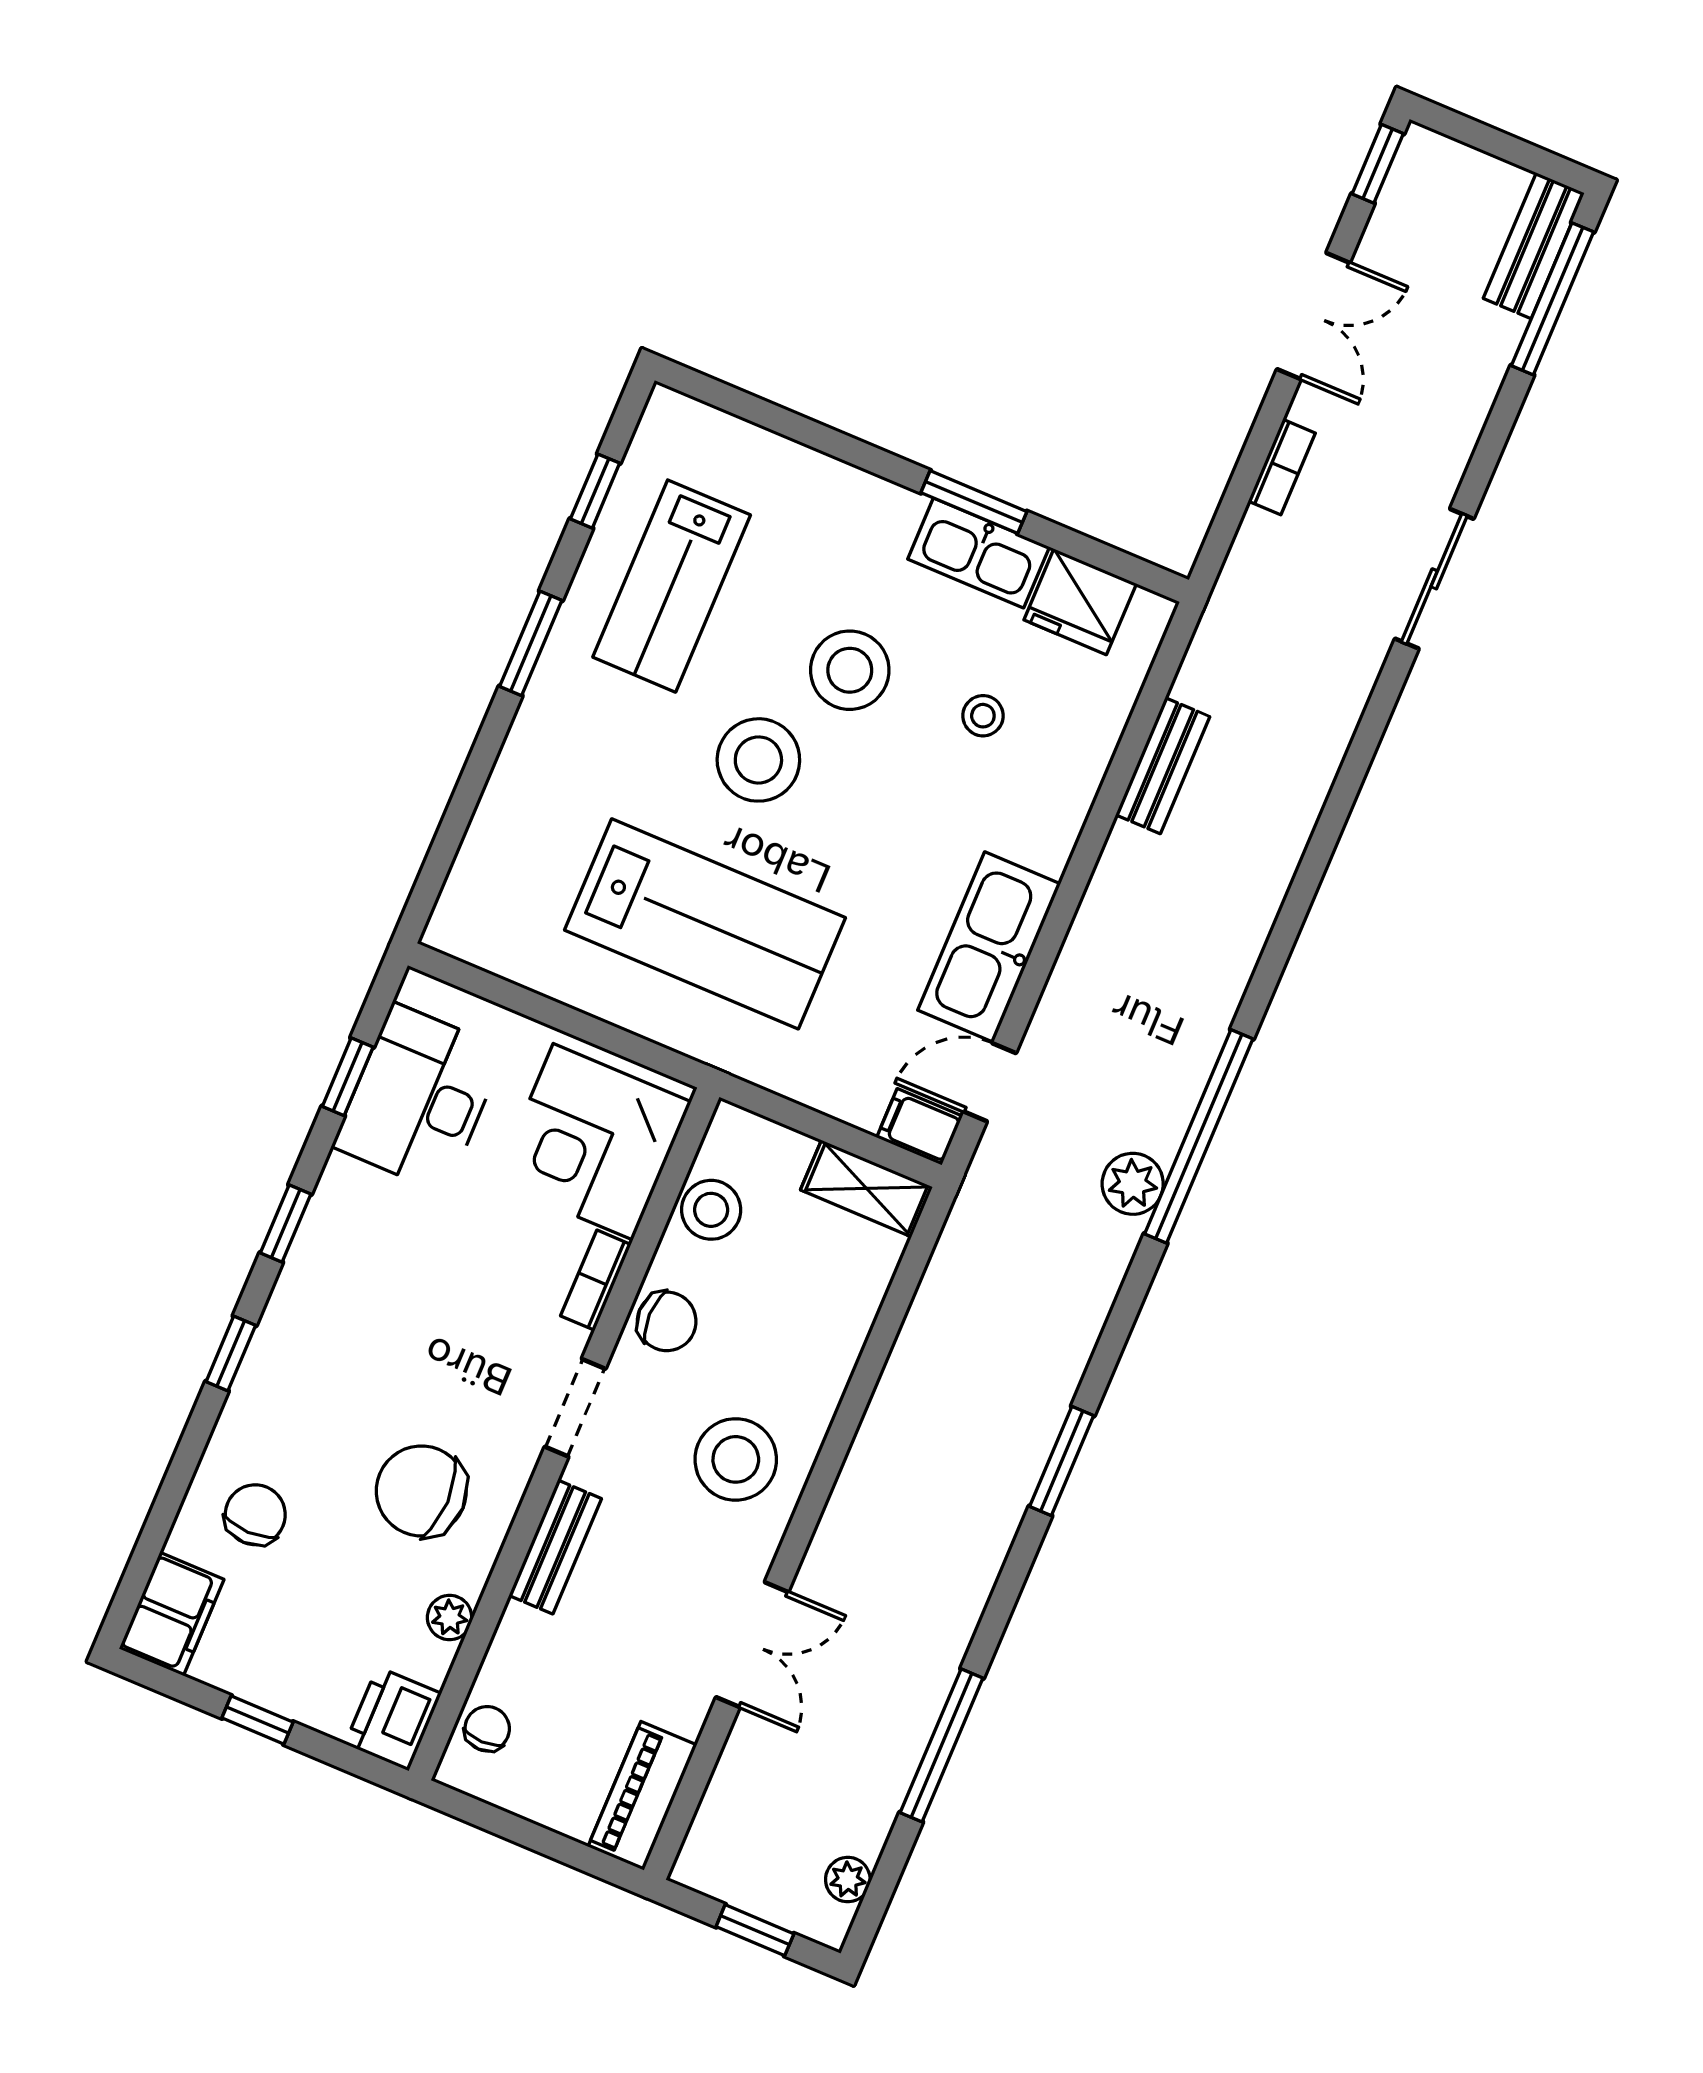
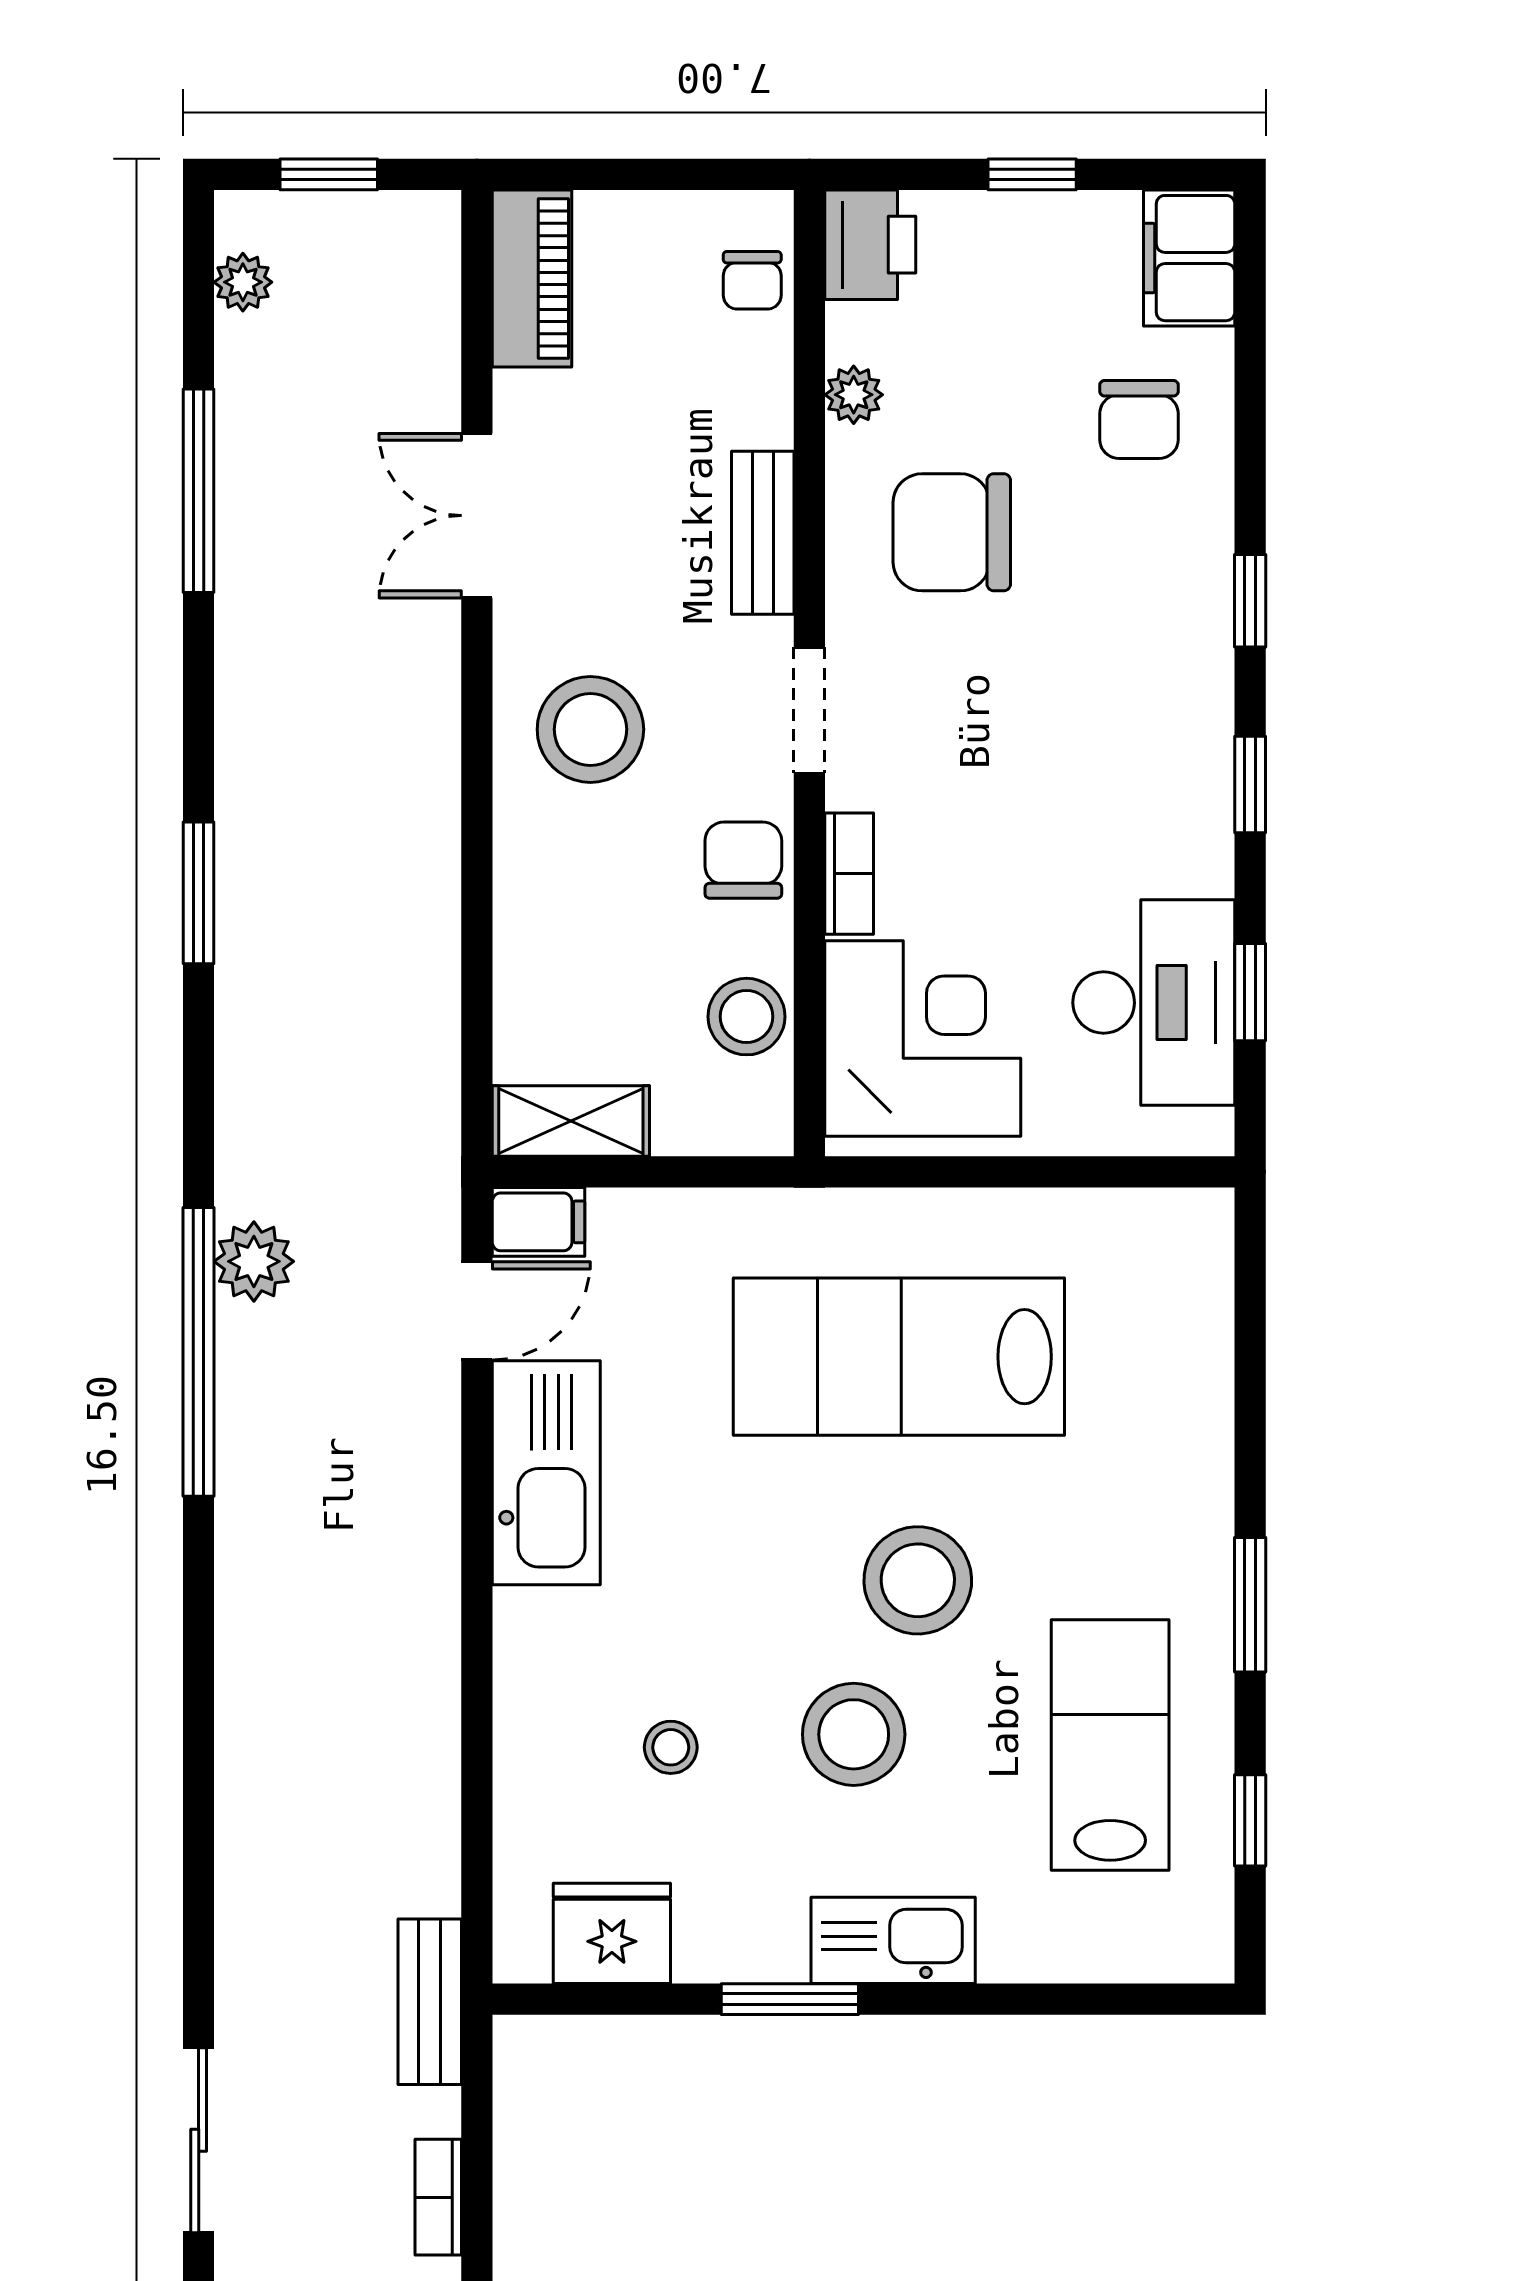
kitchen sink: (979, 553) -> (893, 1940), moved
bench: (1163, 766) -> (430, 2002), moved
chair: (667, 1321) -> (743, 860), turned 90
chair: (421, 1491) -> (952, 532), turned 180

